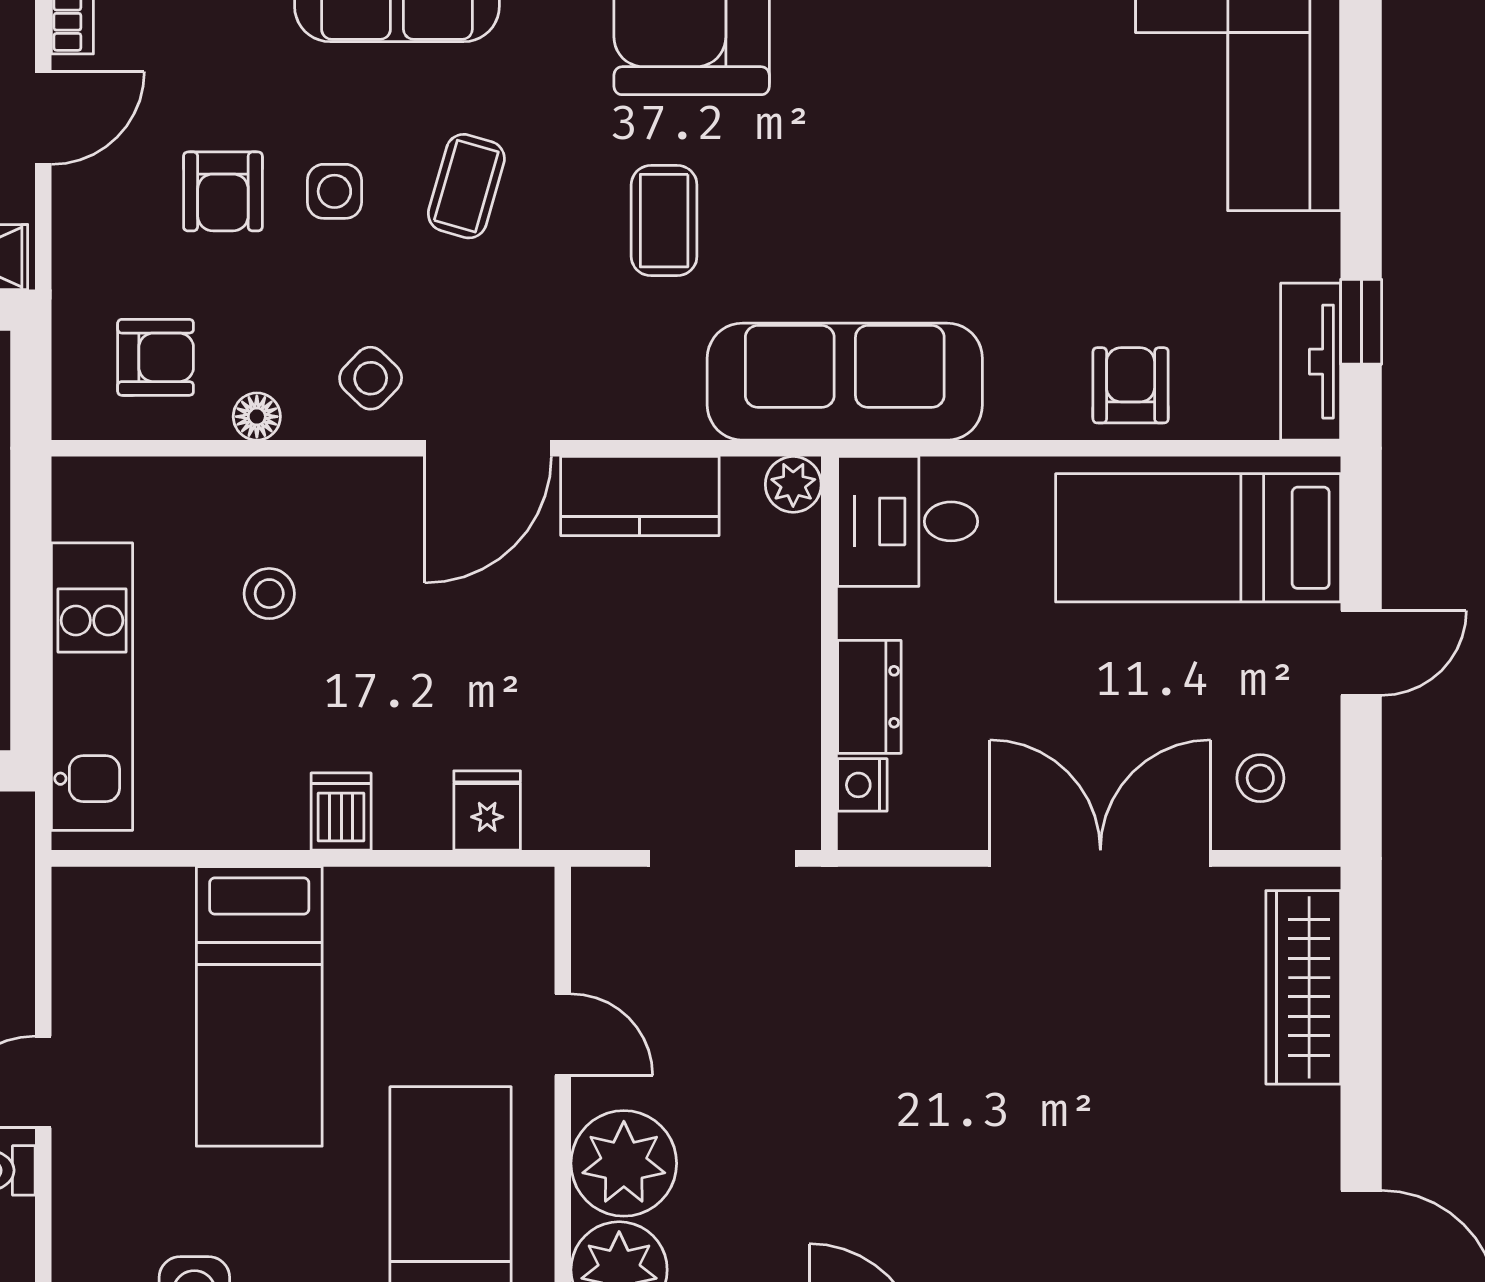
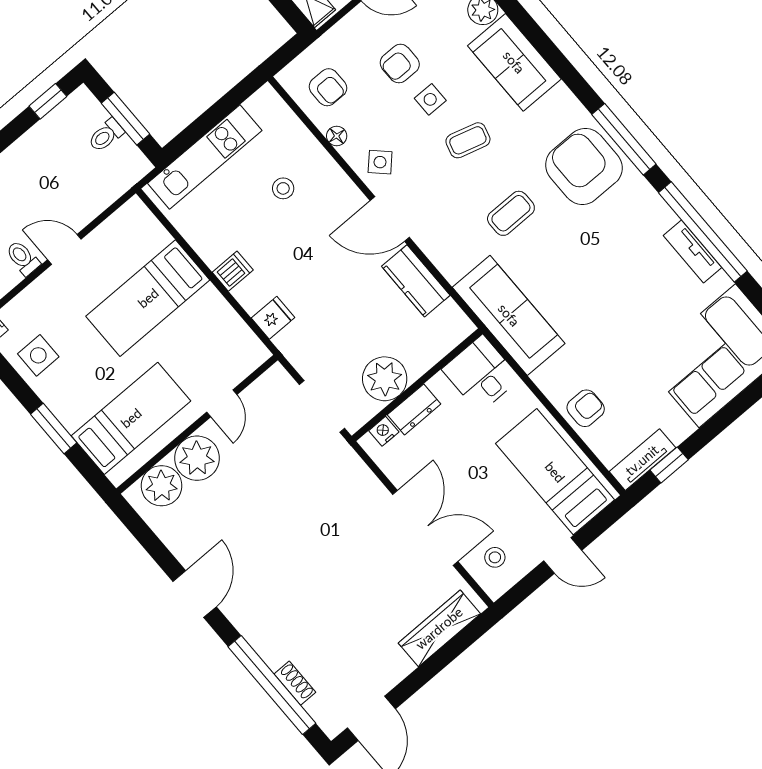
plant: (793, 484) -> (385, 379), moved, width x1.88, depth x1.88

